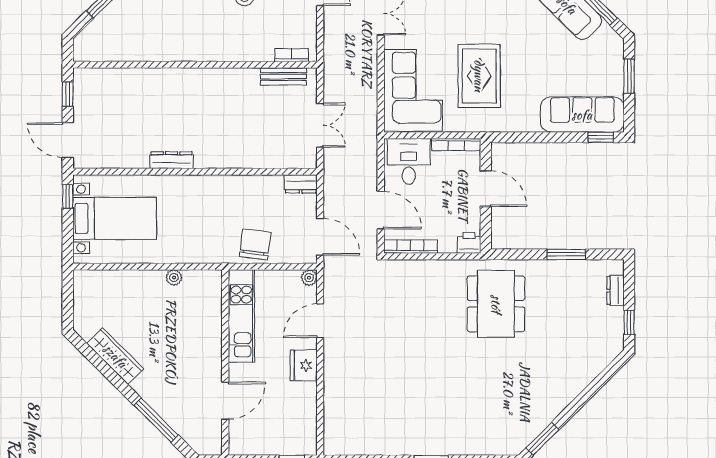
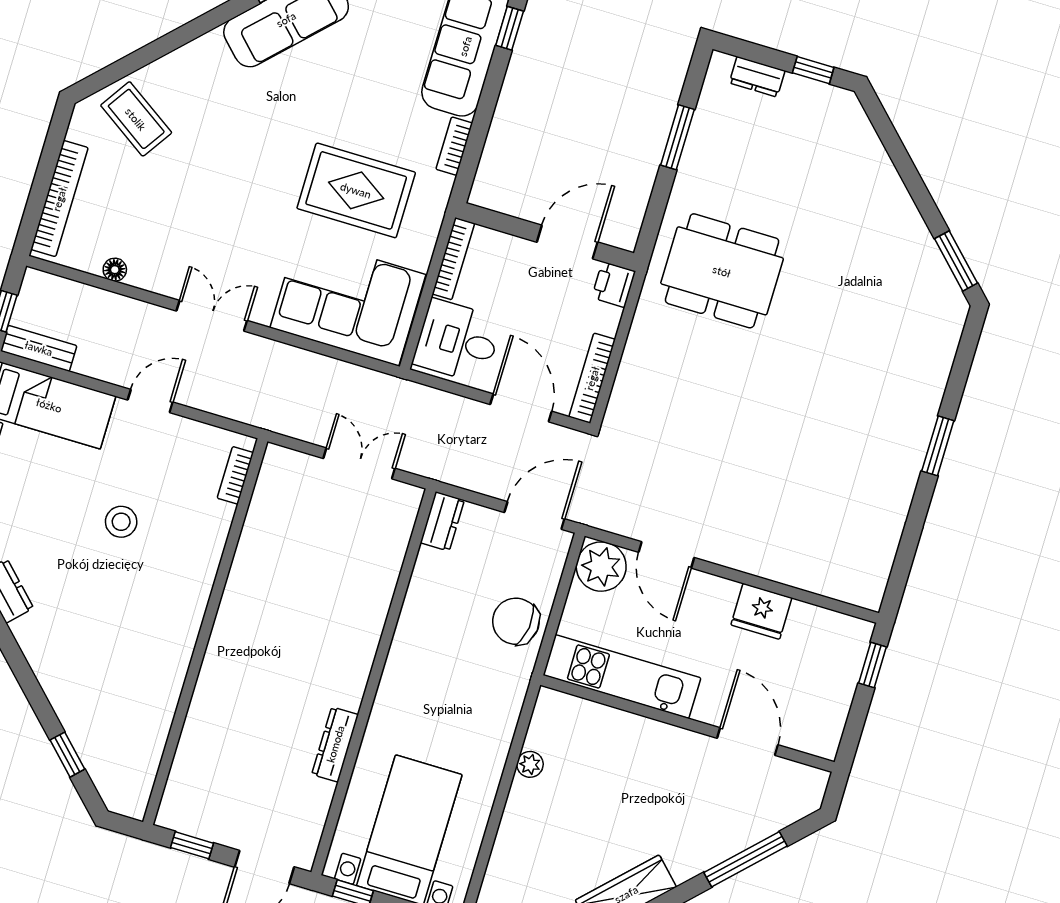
bench: (283, 76) -> (265, 498), removed
bookcase: (522, 126) -> (454, 146), added
dresser: (172, 160) -> (335, 744), moved
door: (486, 189) -> (567, 242), moved
door: (381, 210) -> (521, 408), hinge flipped
plant: (309, 278) -> (601, 567), width x1.87, depth x1.87
fridge: (304, 365) -> (761, 611), moved

